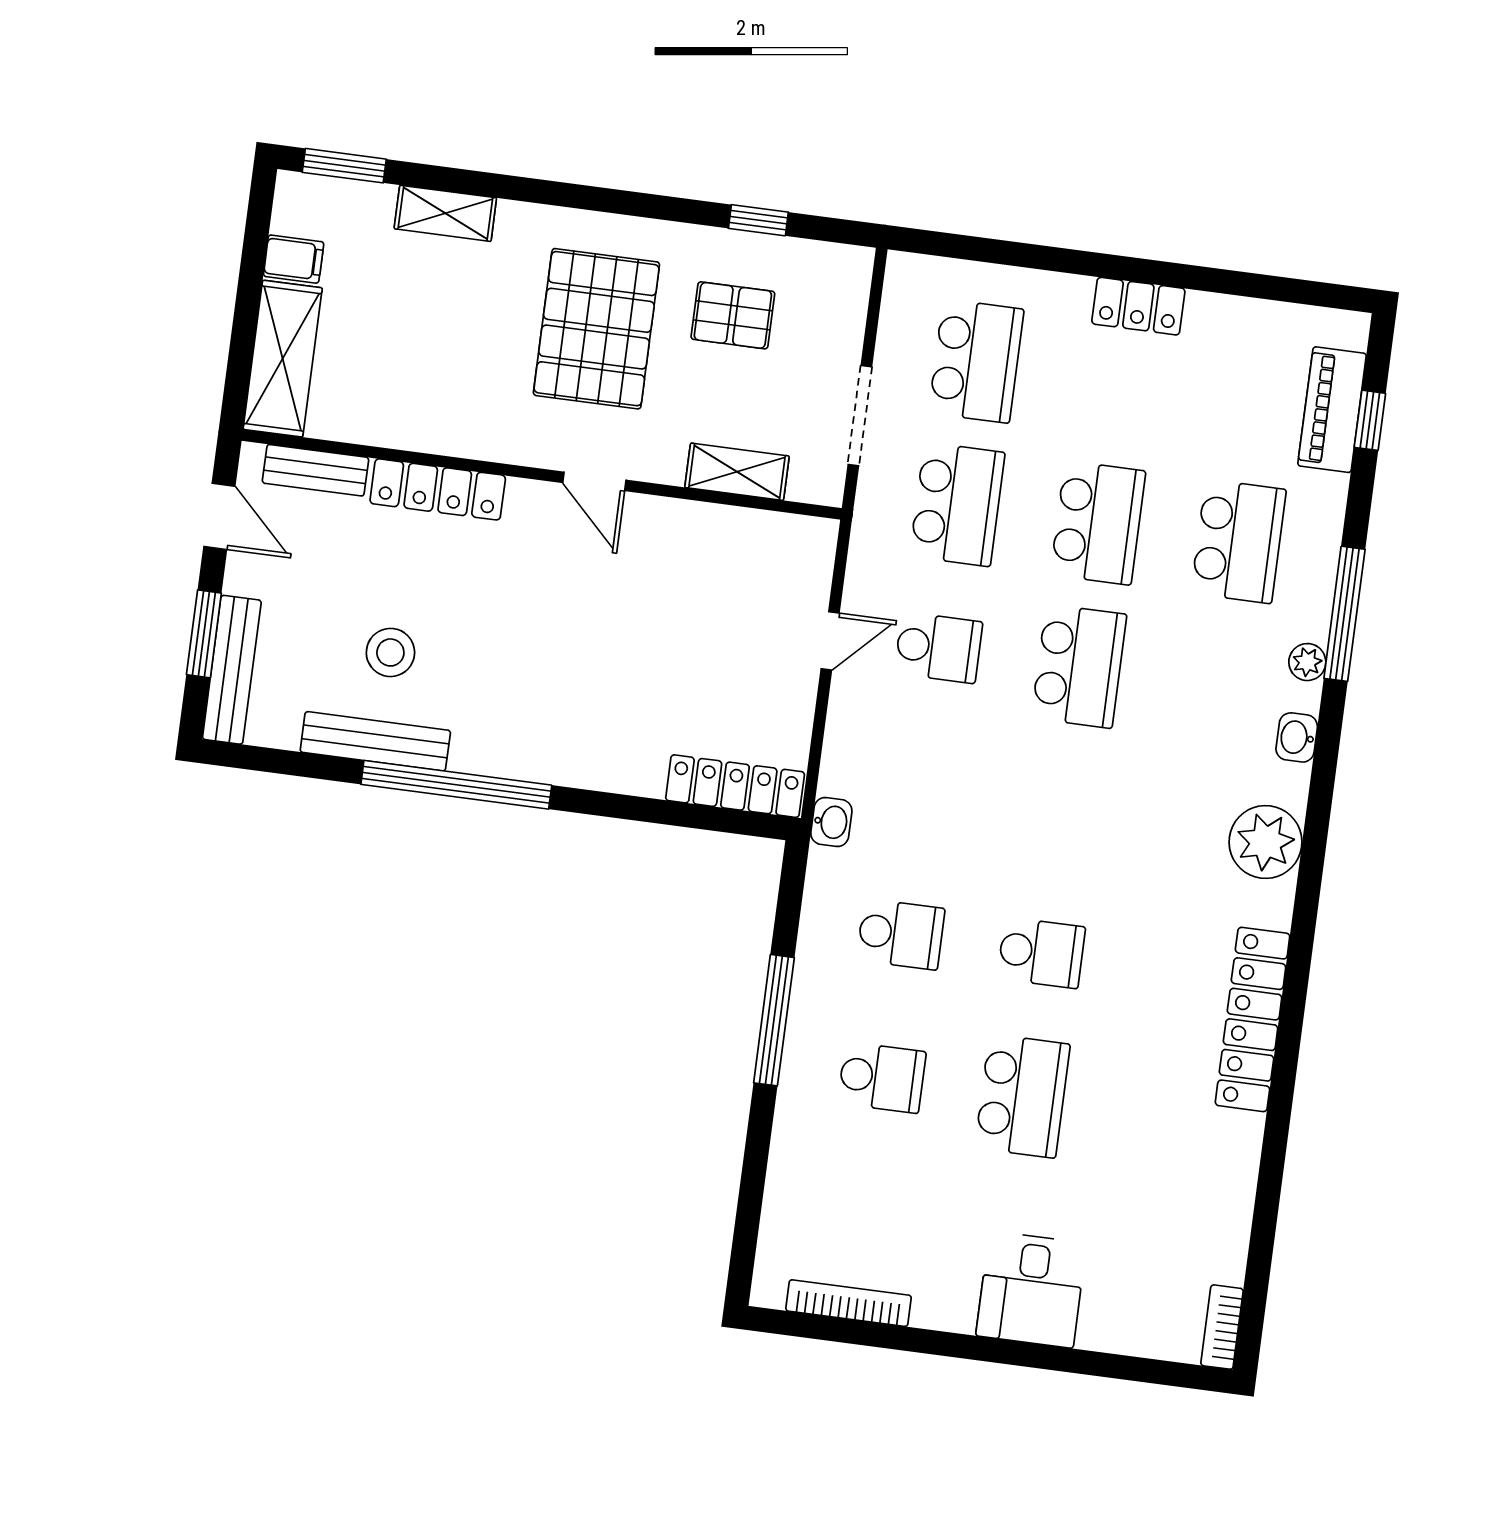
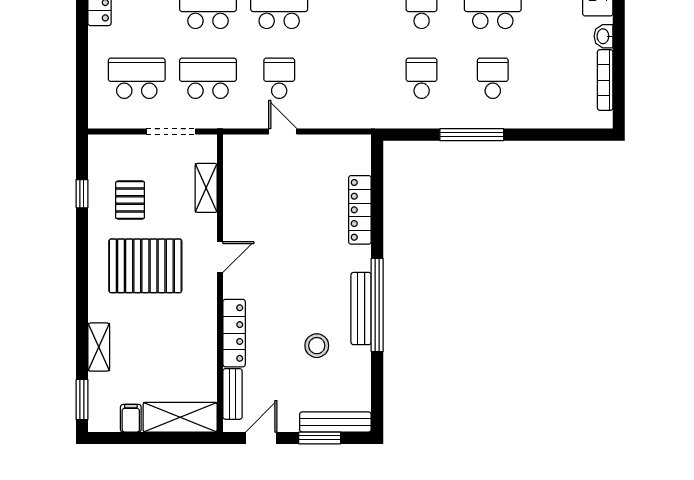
bench: (375, 741) -> (361, 309), moved
locker: (735, 786) -> (360, 210), moved
washbasin: (831, 822) -> (604, 36), moved, turned -90

